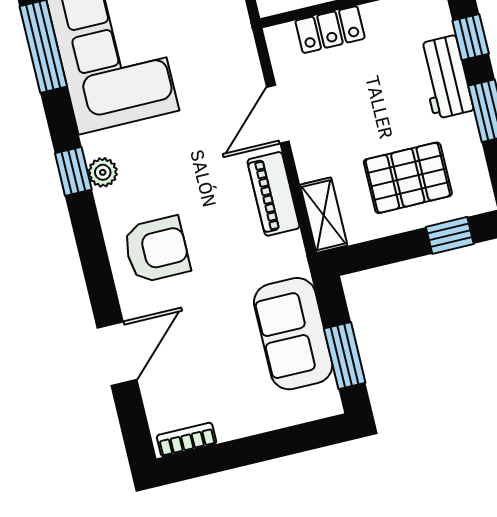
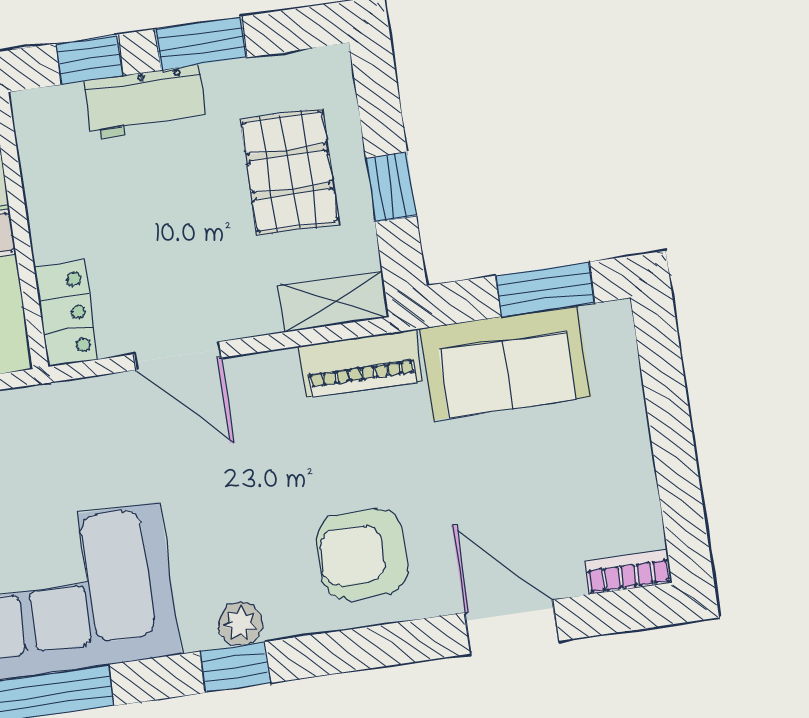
locker: (330, 30) -> (66, 314), moved
piano: (273, 194) -> (361, 364), moved
window: (450, 235) -> (391, 187), moved
armchair: (157, 250) -> (362, 554), turned -90
bookcase: (187, 440) -> (628, 572), moved, turned 90

